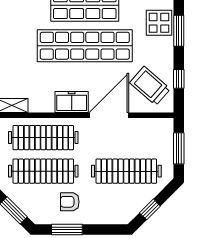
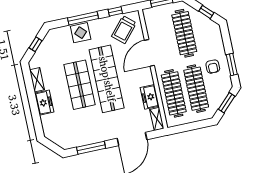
window: (179, 31) -> (83, 18), width x1.44
freezer: (72, 102) -> (150, 97), moved
door: (109, 115) -> (149, 53), hinge flipped

